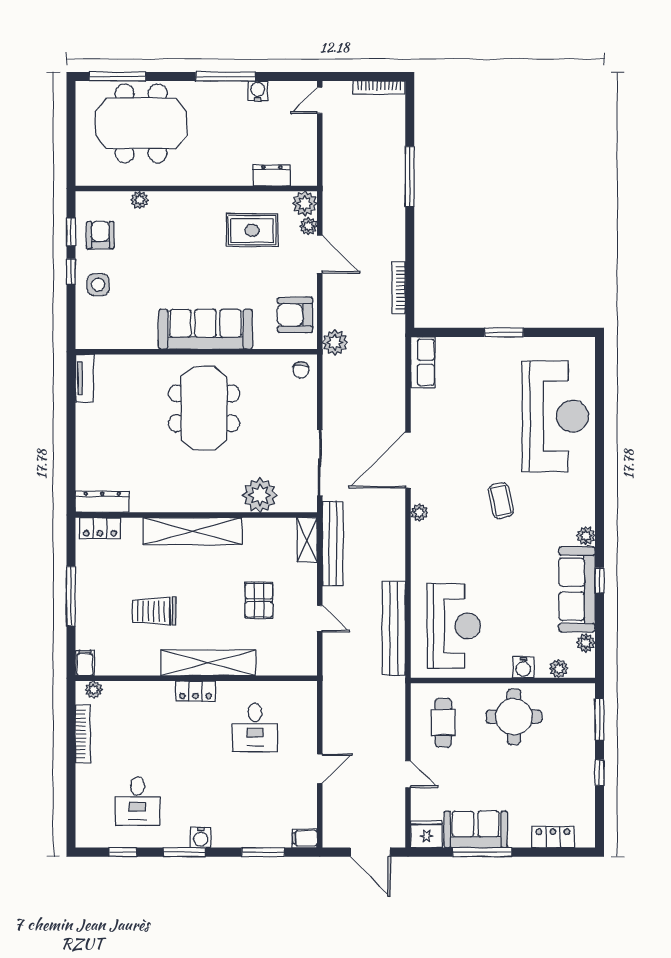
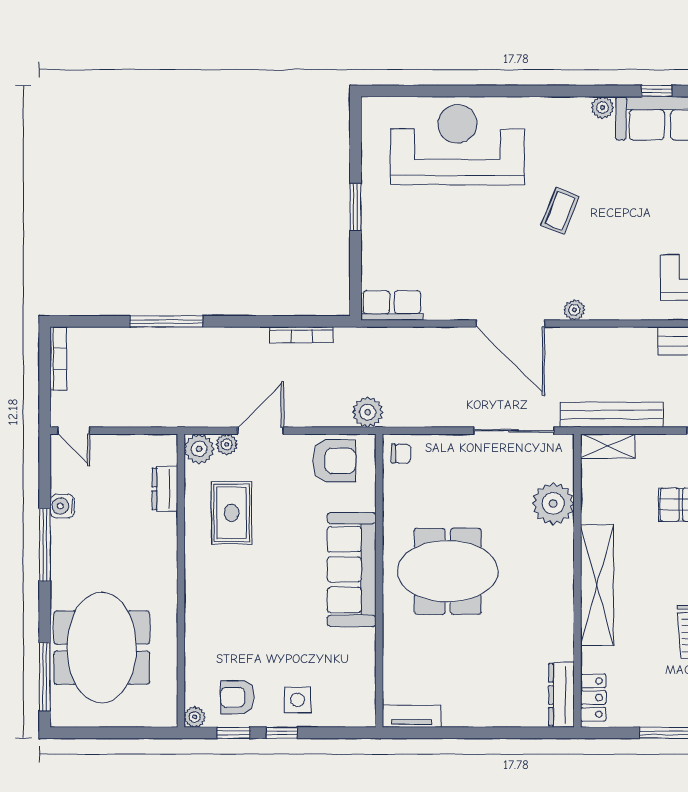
plant: (140, 200) -> (195, 717), moved
armchair: (295, 315) -> (334, 461), turned -90
coffee table: (501, 501) -> (560, 211), turned -56

